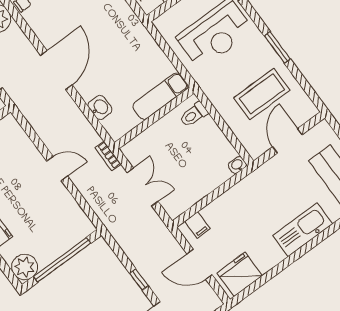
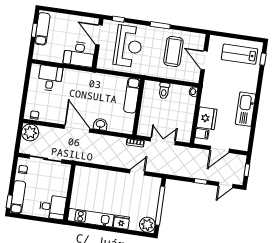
washbasin: (100, 107) -> (100, 124), moved
toilet: (194, 115) -> (164, 91), moved
door: (57, 169) -> (137, 172), moved
kitchen sink: (303, 230) -> (246, 109), moved
fridge: (240, 274) -> (207, 118), moved, turned 180

